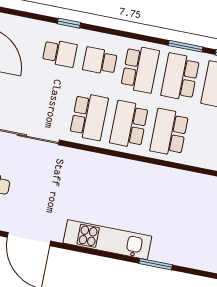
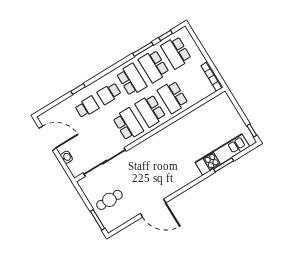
kitchen unit: (107, 240) -> (222, 154), moved

